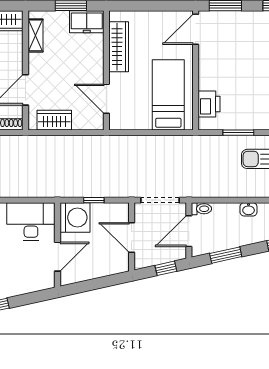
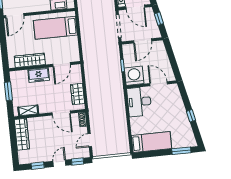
freezer: (87, 22) -> (39, 75), moved, turned 90
door: (196, 29) -> (15, 16), hinge flipped

